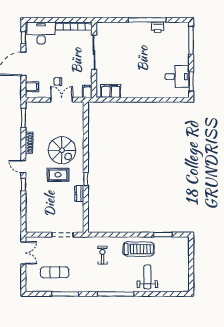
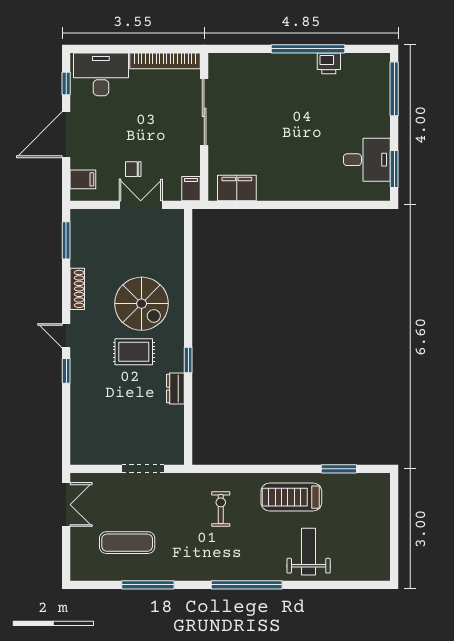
treadmill: (139, 249) -> (291, 497), turned 180

